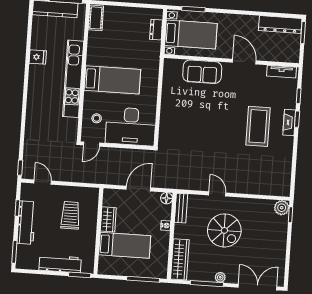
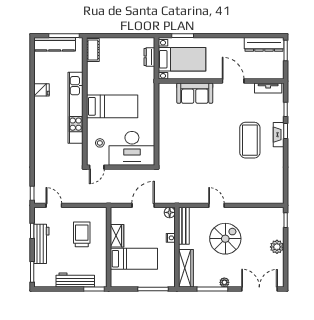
bench: (181, 208) -> (184, 226), width x1.36
plant: (282, 208) -> (277, 247), moved
spiral stairs: (224, 230) -> (225, 239), turned -90

